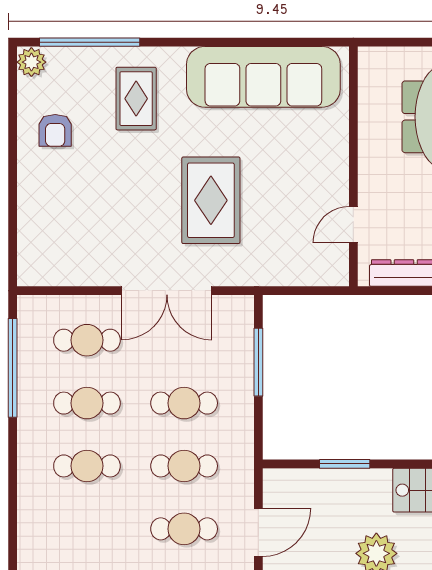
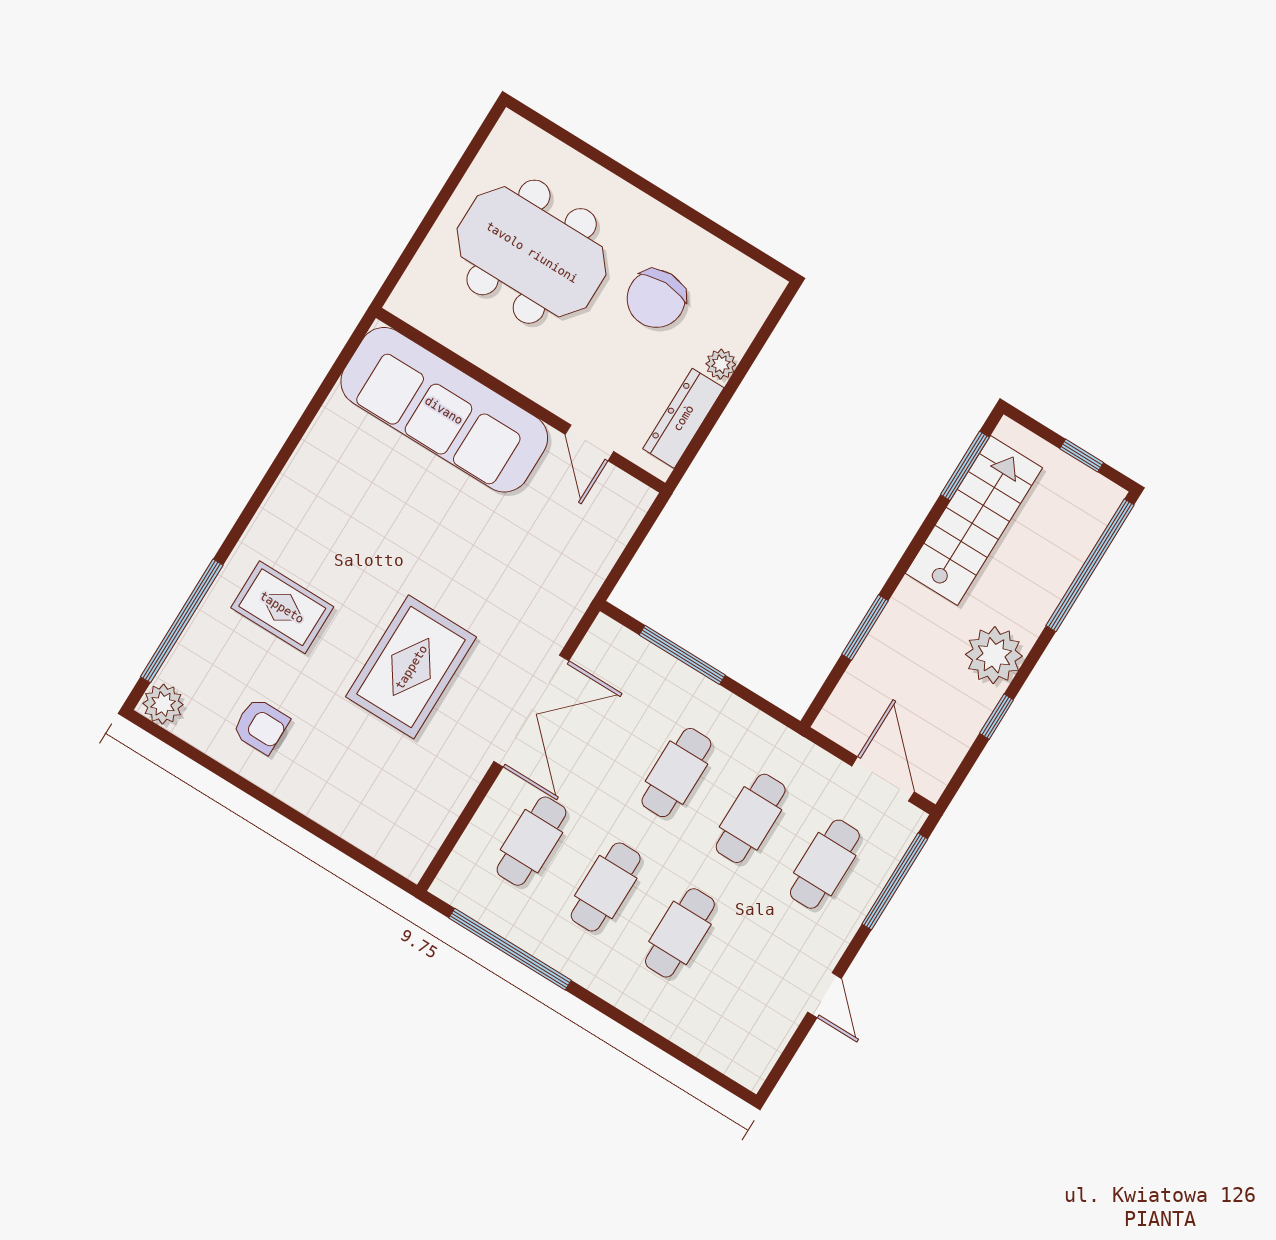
sofa: (263, 77) -> (444, 410), moved, turned 90
rug: (211, 200) -> (411, 667), moved, turned 90

